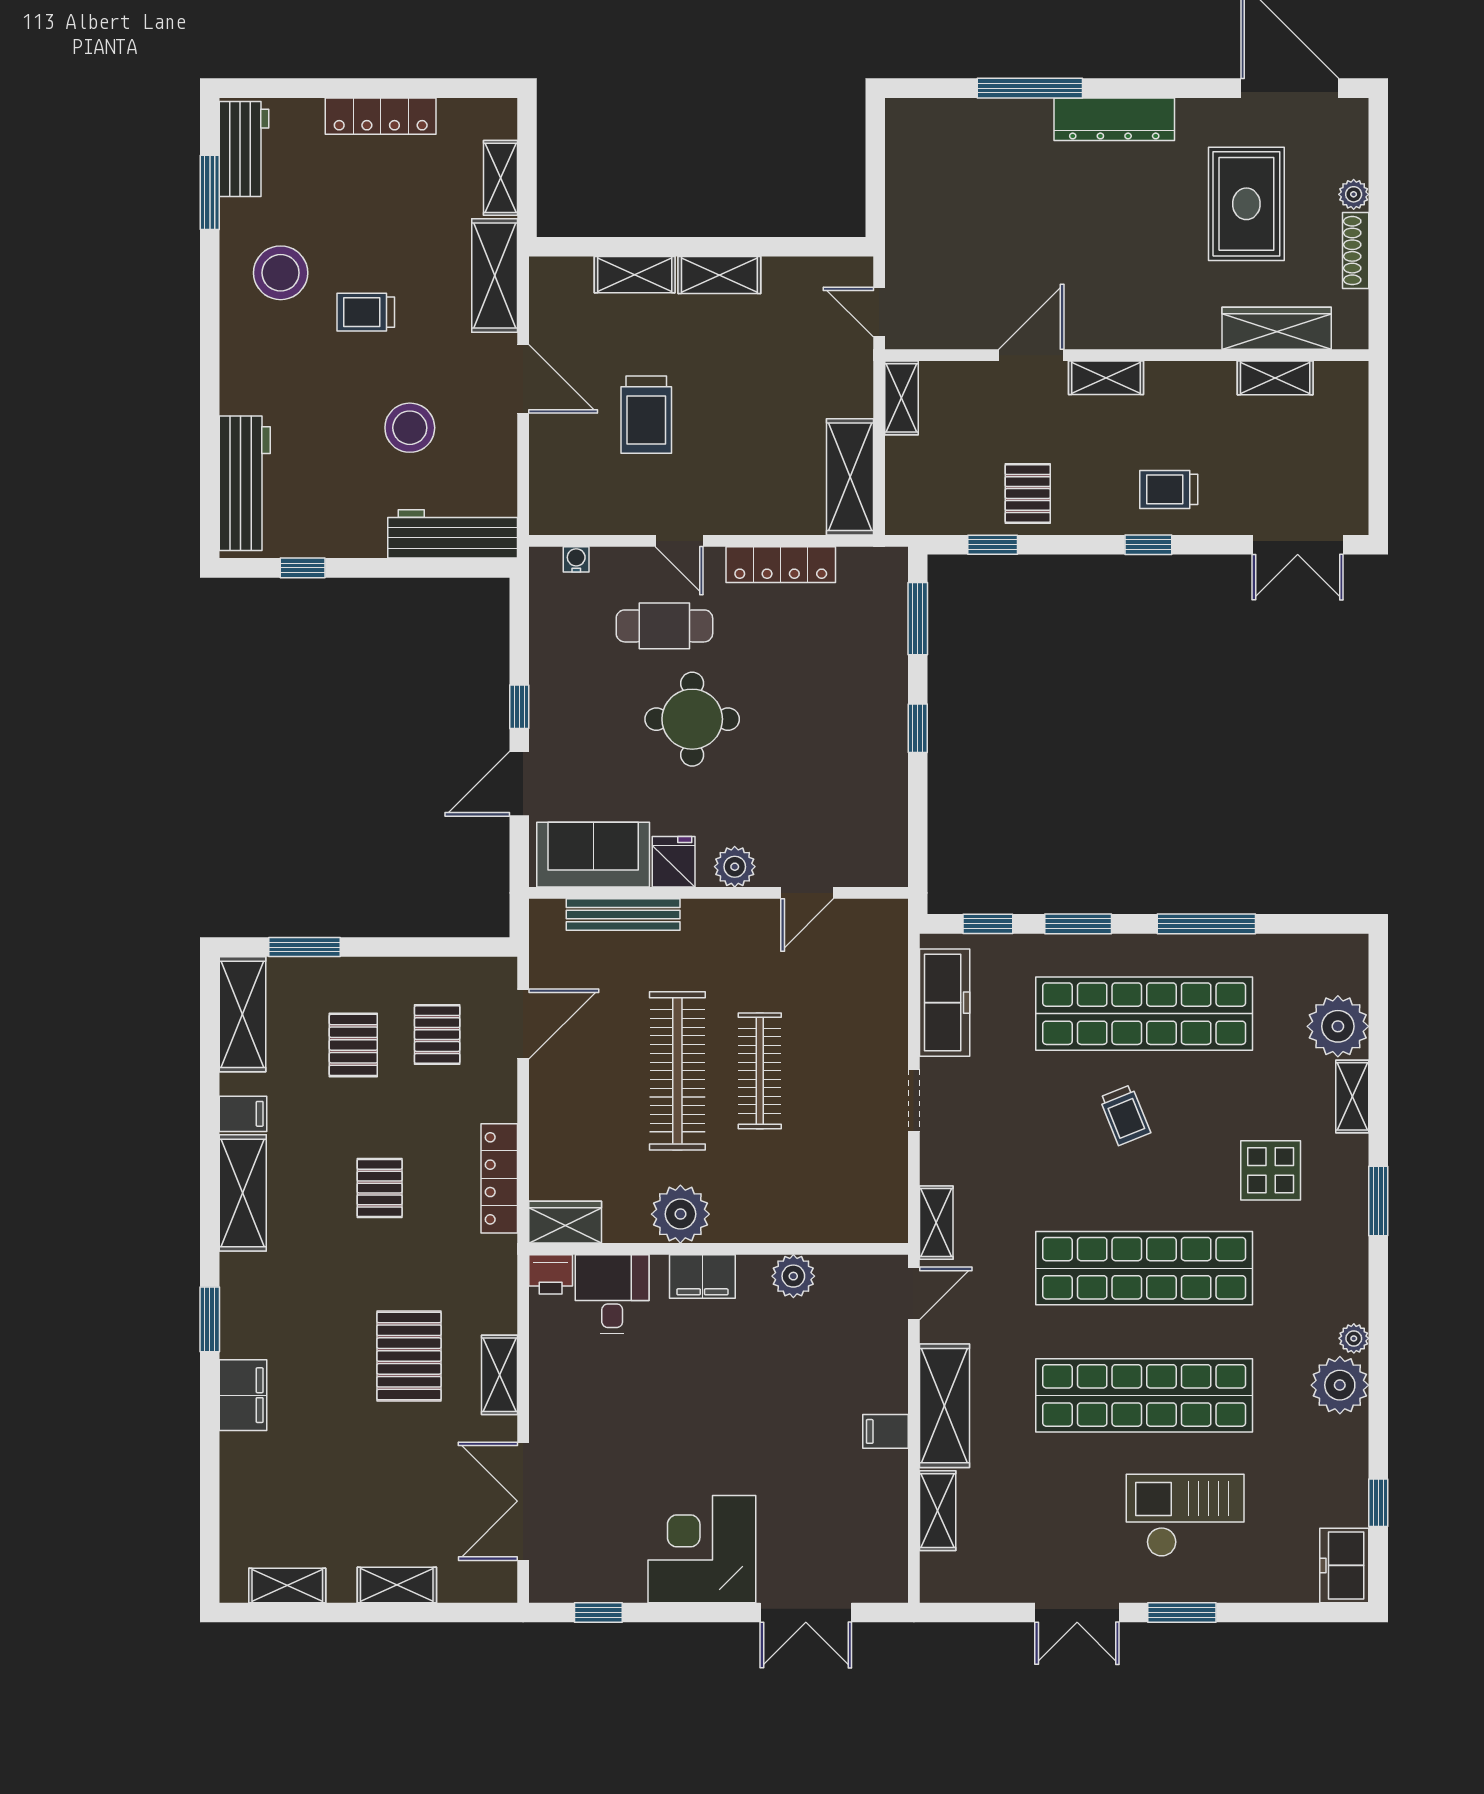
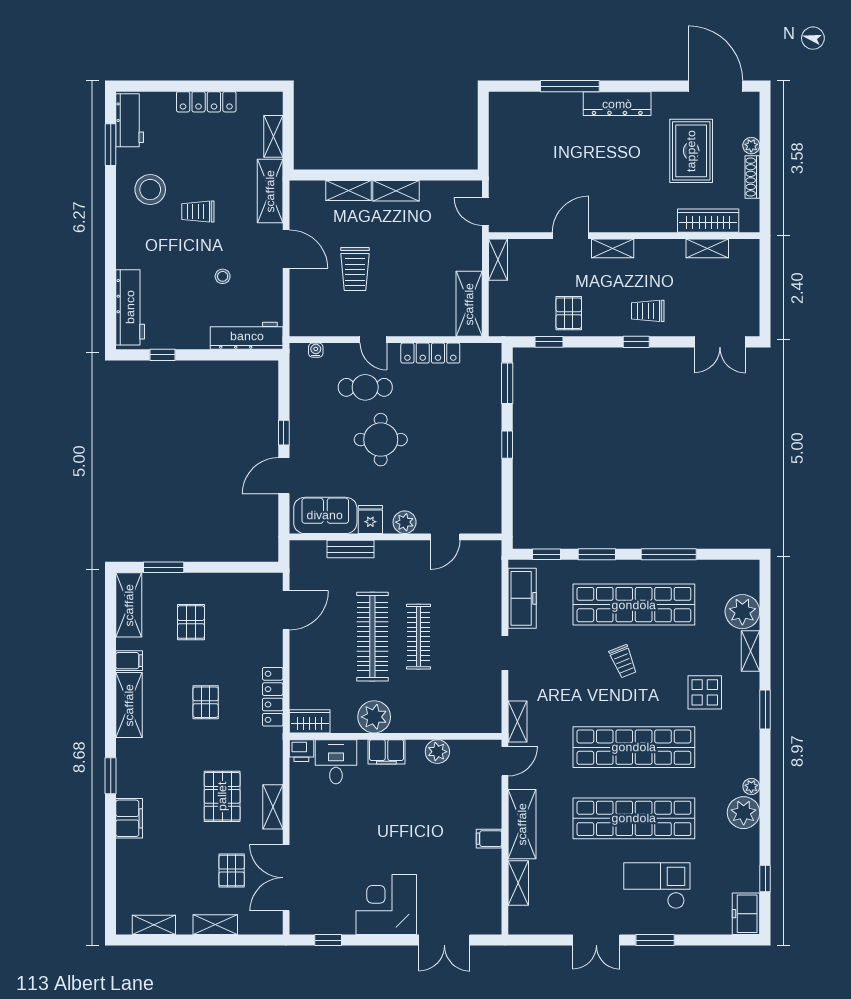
stool: (410, 428) -> (223, 276), width x0.53, depth x0.53
bench: (623, 915) -> (351, 549), width x0.73
pallet: (437, 1035) -> (232, 870), moved

